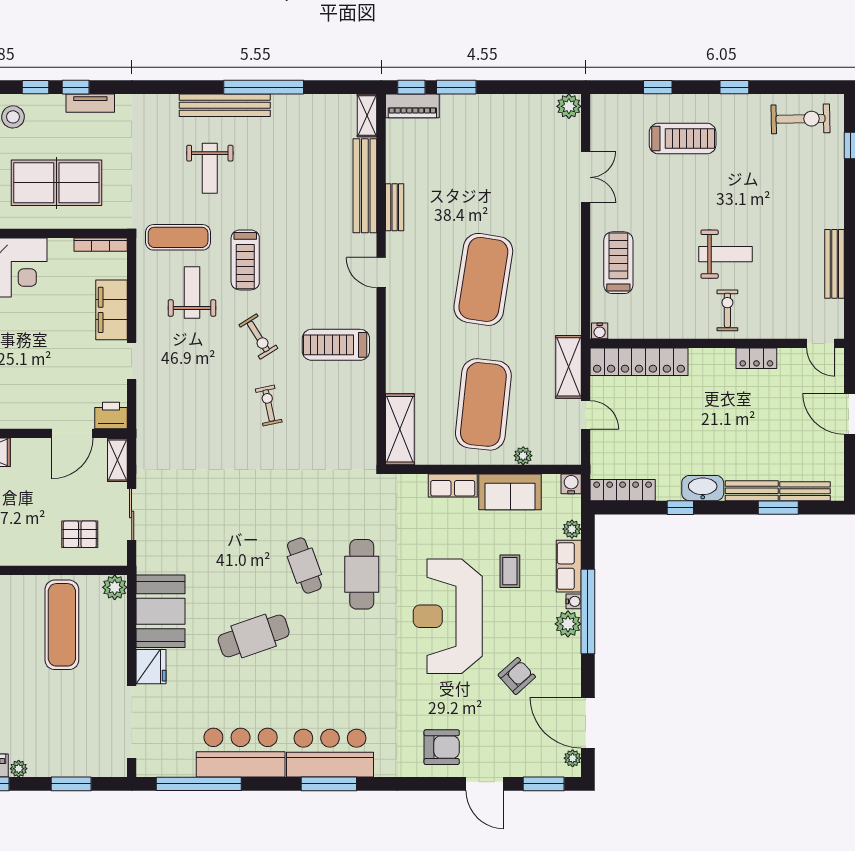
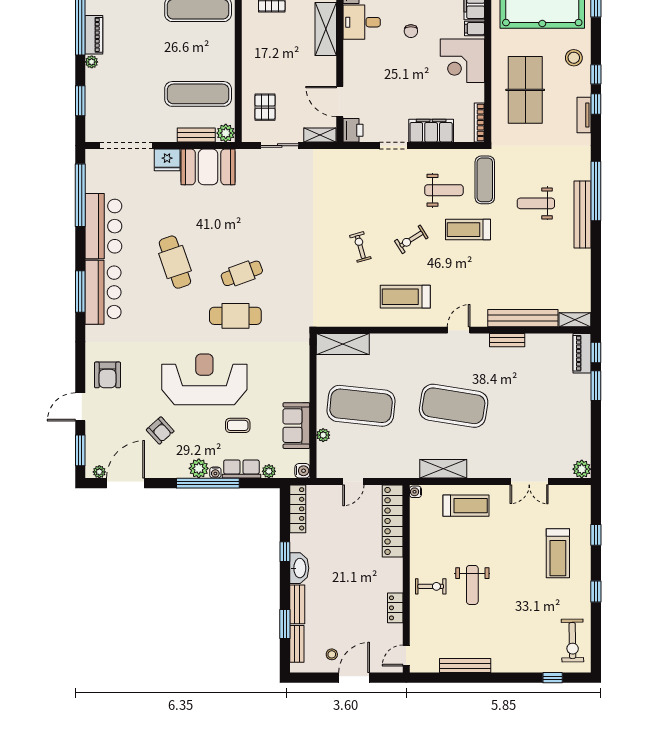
window: (264, 87) -> (596, 191), moved
treadmill: (336, 345) -> (405, 297), turned -90
shelving: (569, 367) -> (443, 469), moved
exercise bike: (269, 405) -> (360, 247), turned -94
stool: (819, 444) -> (332, 654), added
row of seats: (453, 485) -> (301, 383), removed
bench: (117, 627) -> (196, 135), added
cafe table: (254, 636) -> (175, 262), moved

